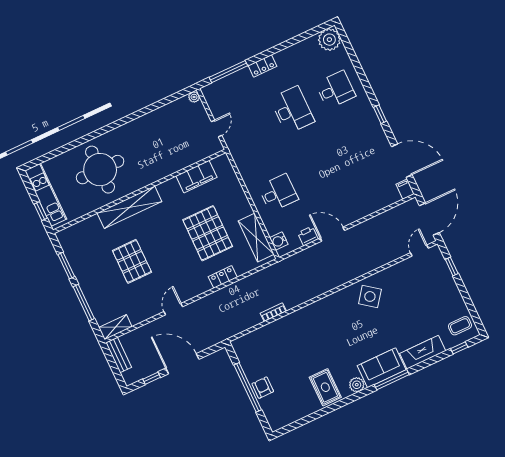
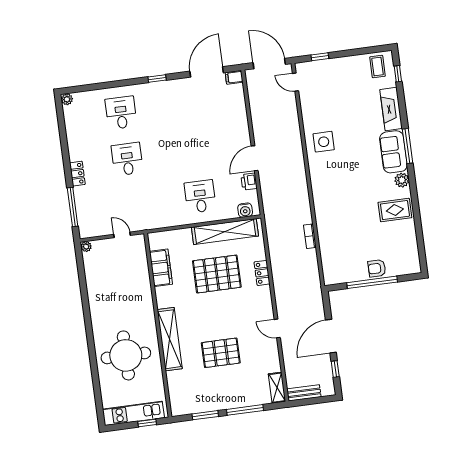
plant: (329, 40) -> (67, 99), width x0.53, depth x0.53
desk: (292, 110) -> (127, 159), width x0.73
shelving: (256, 238) -> (225, 232), width x1.47
side table: (370, 296) -> (324, 142), turned -37

